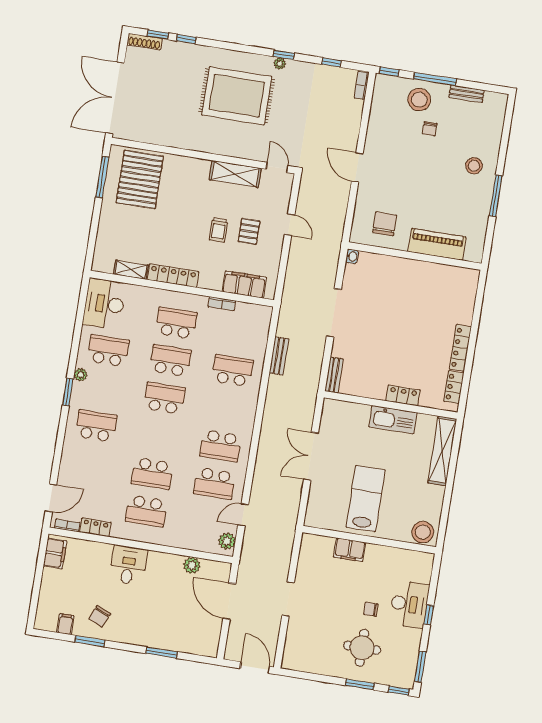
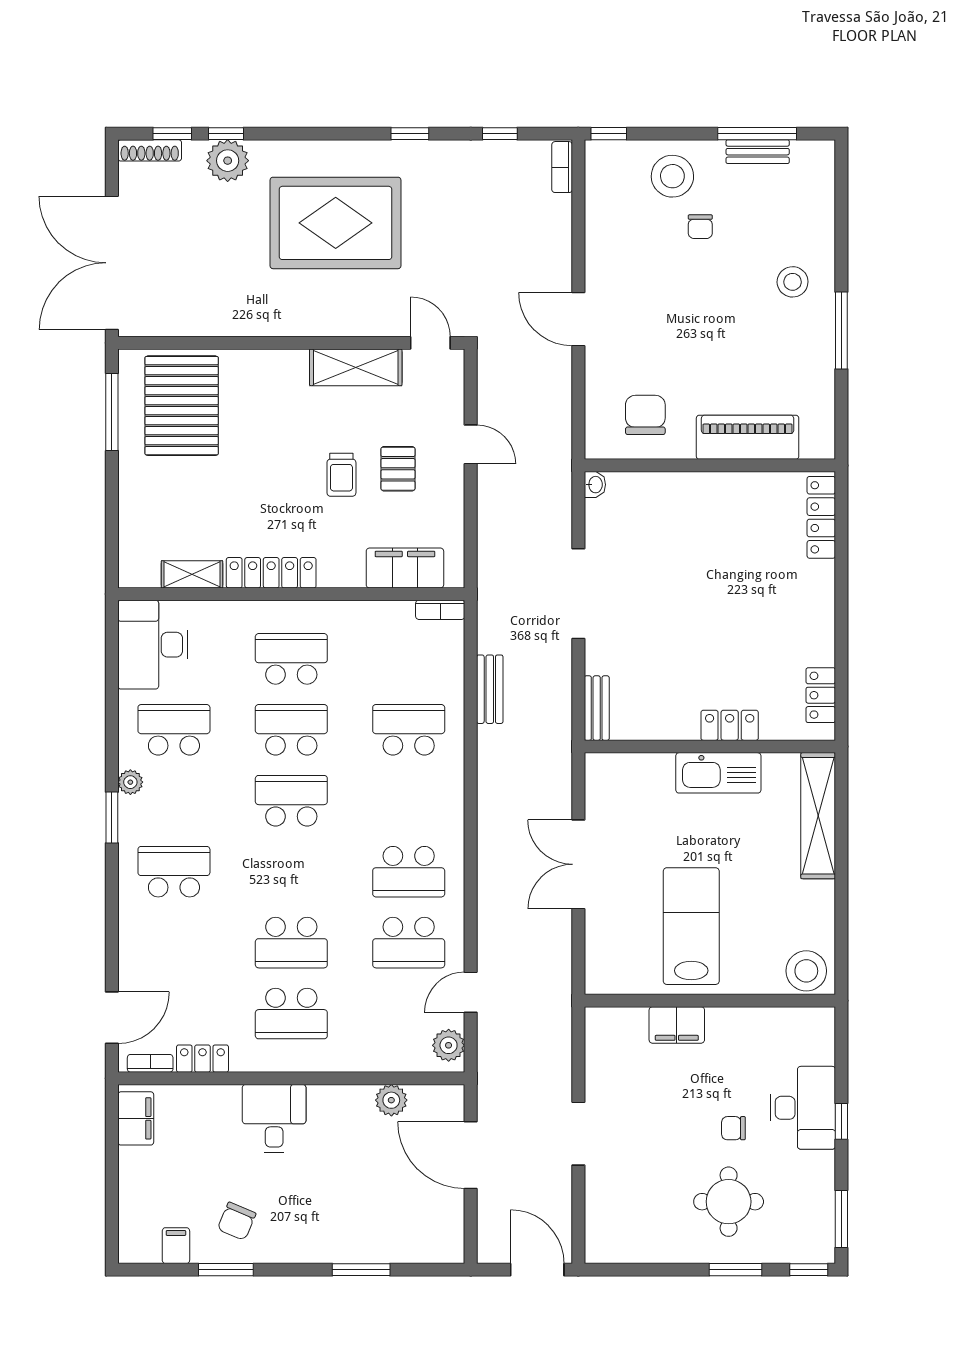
plant: (280, 63) -> (228, 161), moved, width x1.87, depth x1.87
window: (435, 79) -> (757, 134), moved
bookcase: (222, 304) -> (440, 610), moved
locker: (460, 348) -> (821, 517), moved

